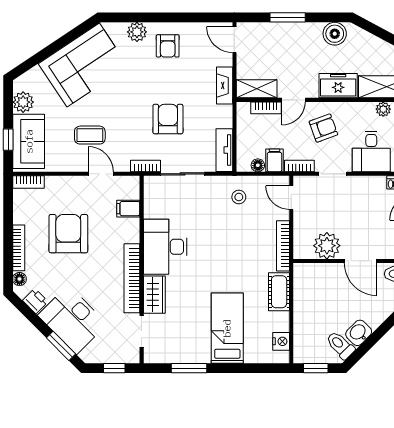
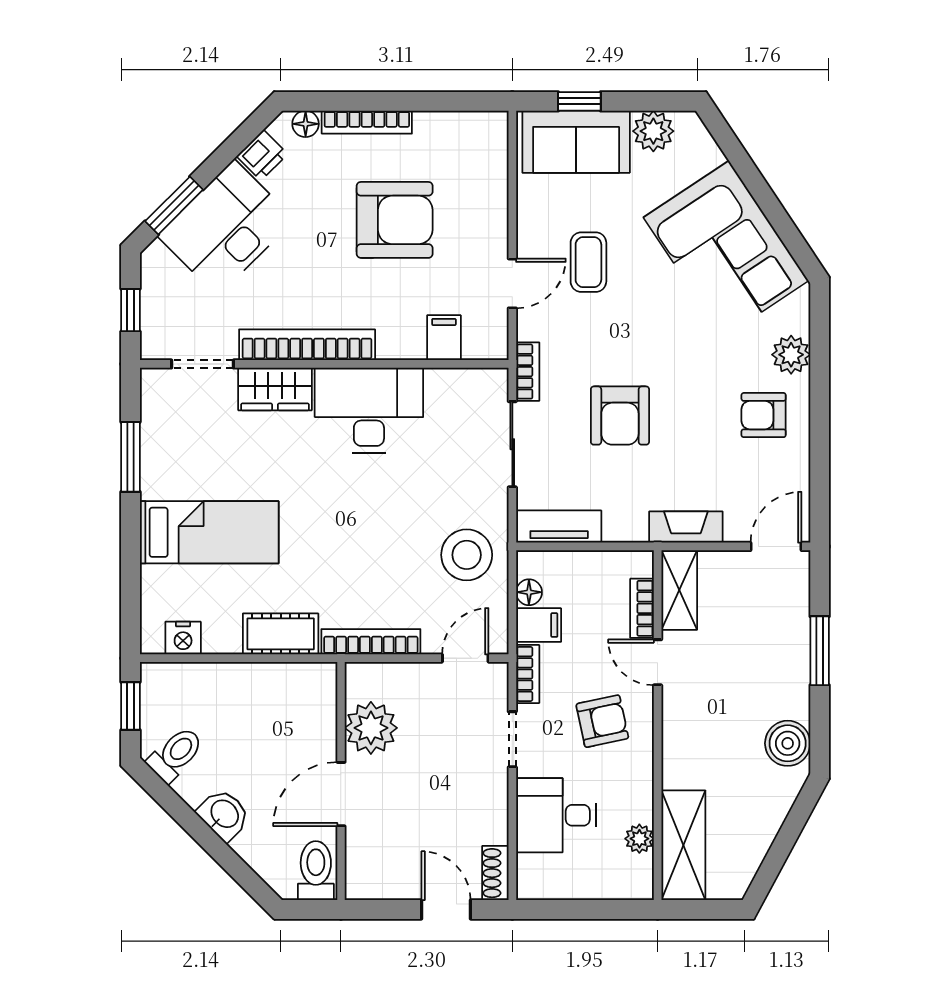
freezer: (338, 86) -> (685, 750), removed
armchair: (168, 119) -> (620, 416), turned 90
armchair: (323, 128) -> (602, 721), turned -82
bookcase: (28, 182) -> (496, 141), removed
stool: (239, 197) -> (467, 555), width x1.89, depth x1.89
washbasin: (359, 333) -> (224, 815), moved

